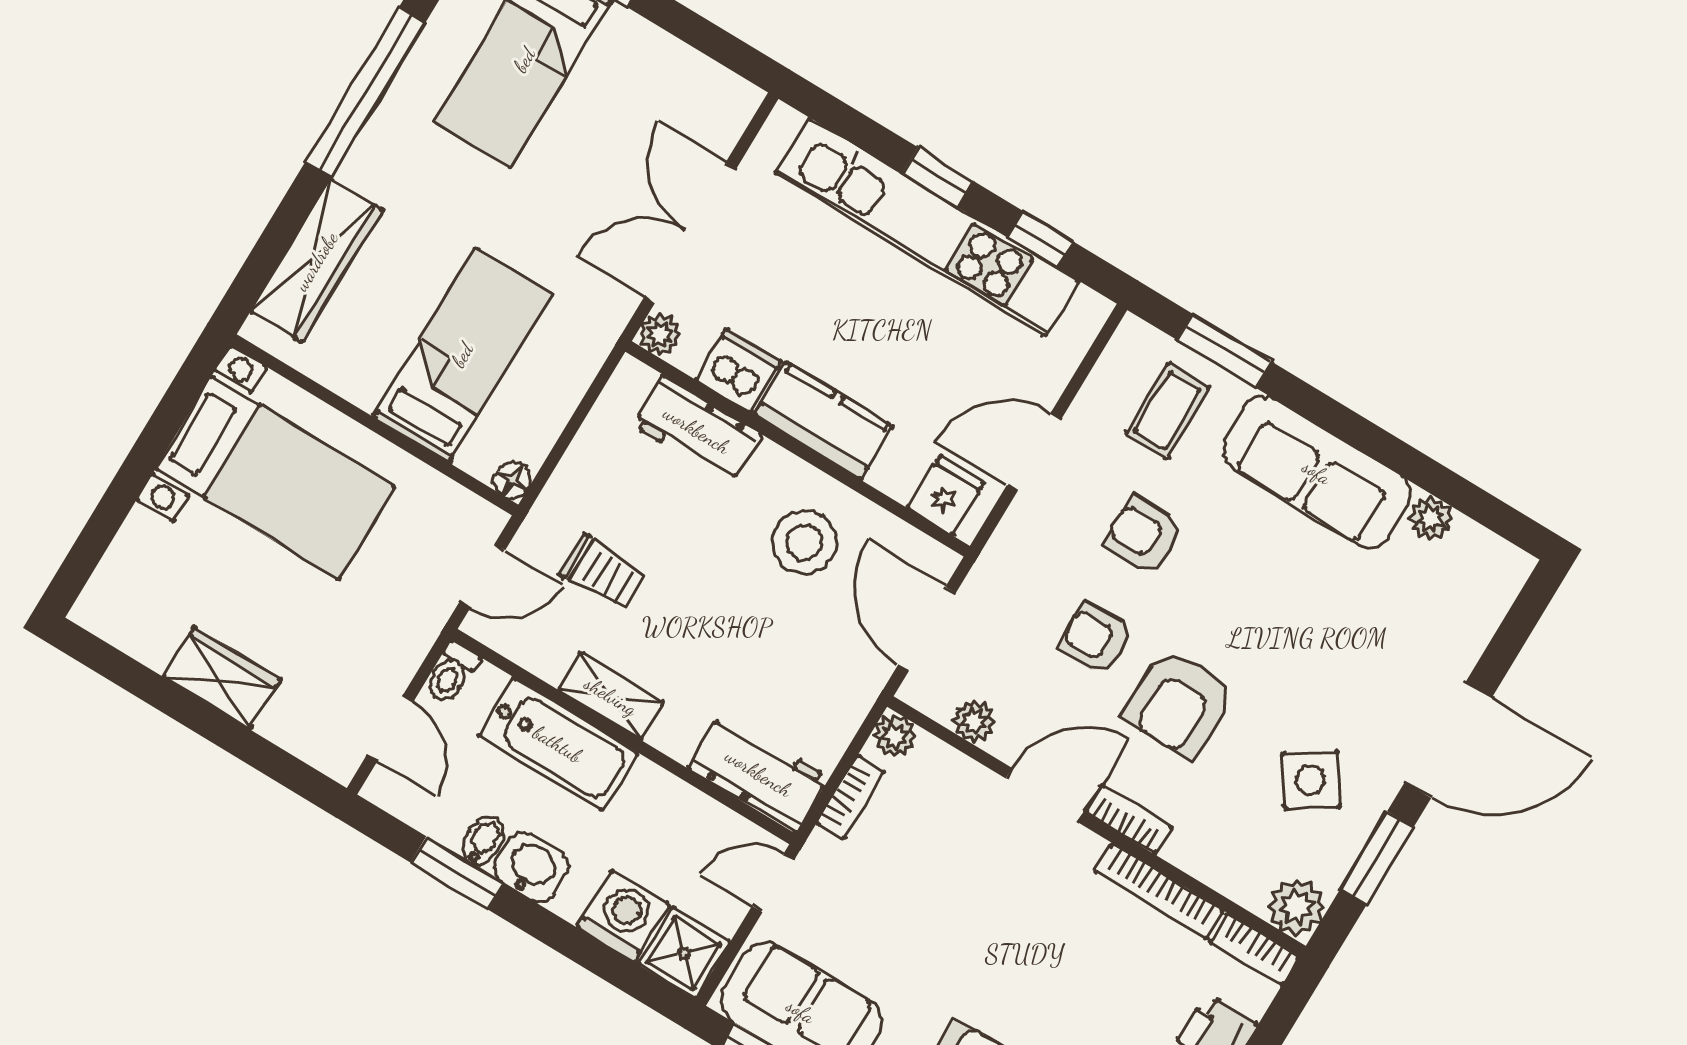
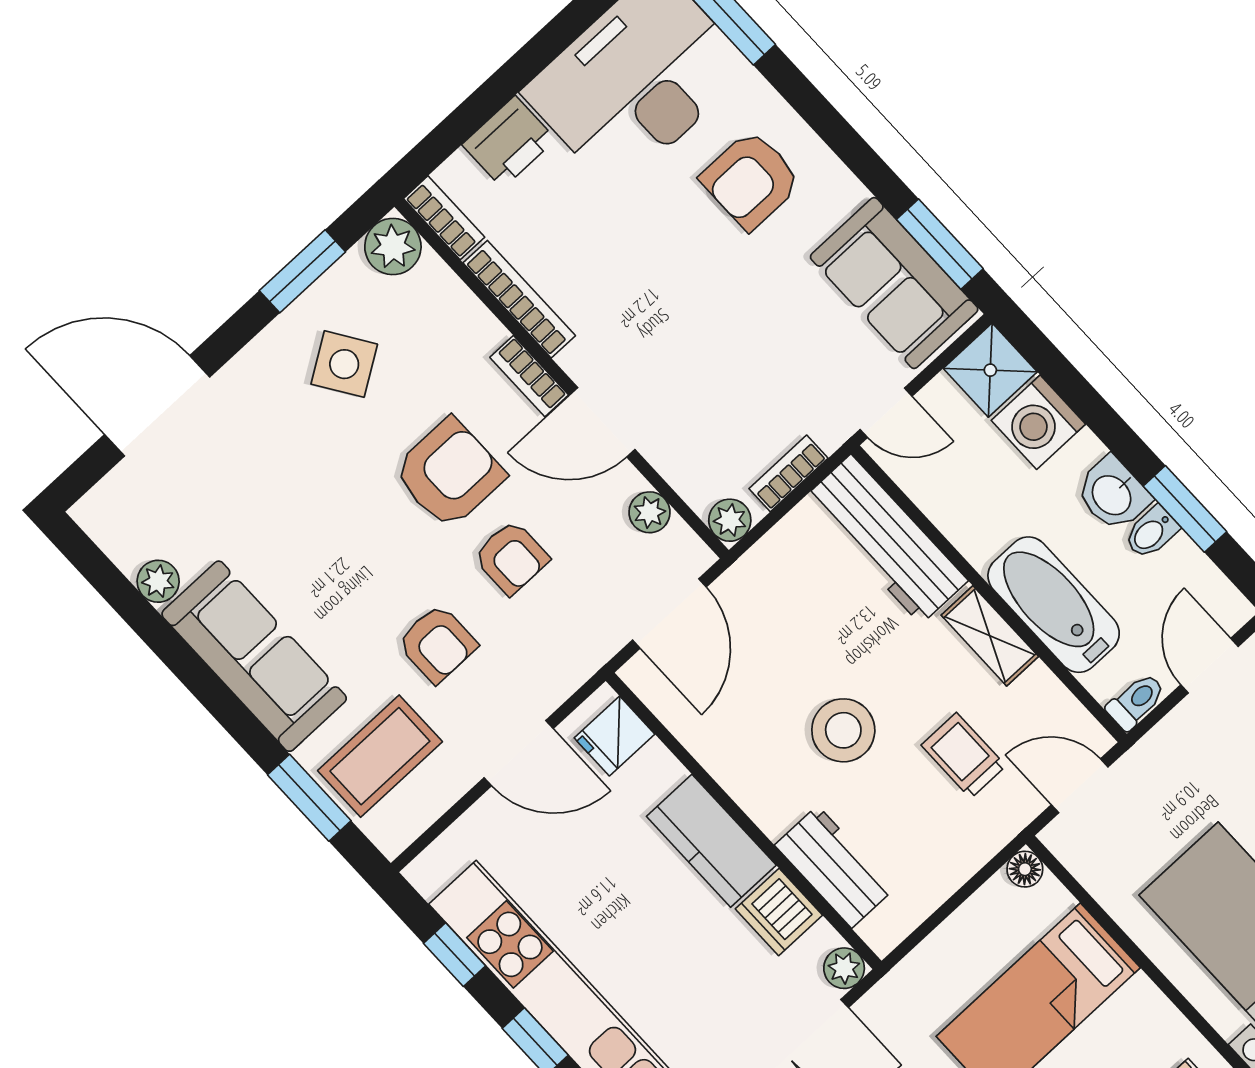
coffee table: (1167, 411) -> (380, 756), width x1.36, depth x1.30
stool: (804, 542) -> (843, 730), moved
door: (1448, 740) -> (157, 406), moved
workbench: (759, 773) -> (886, 539), width x1.38

